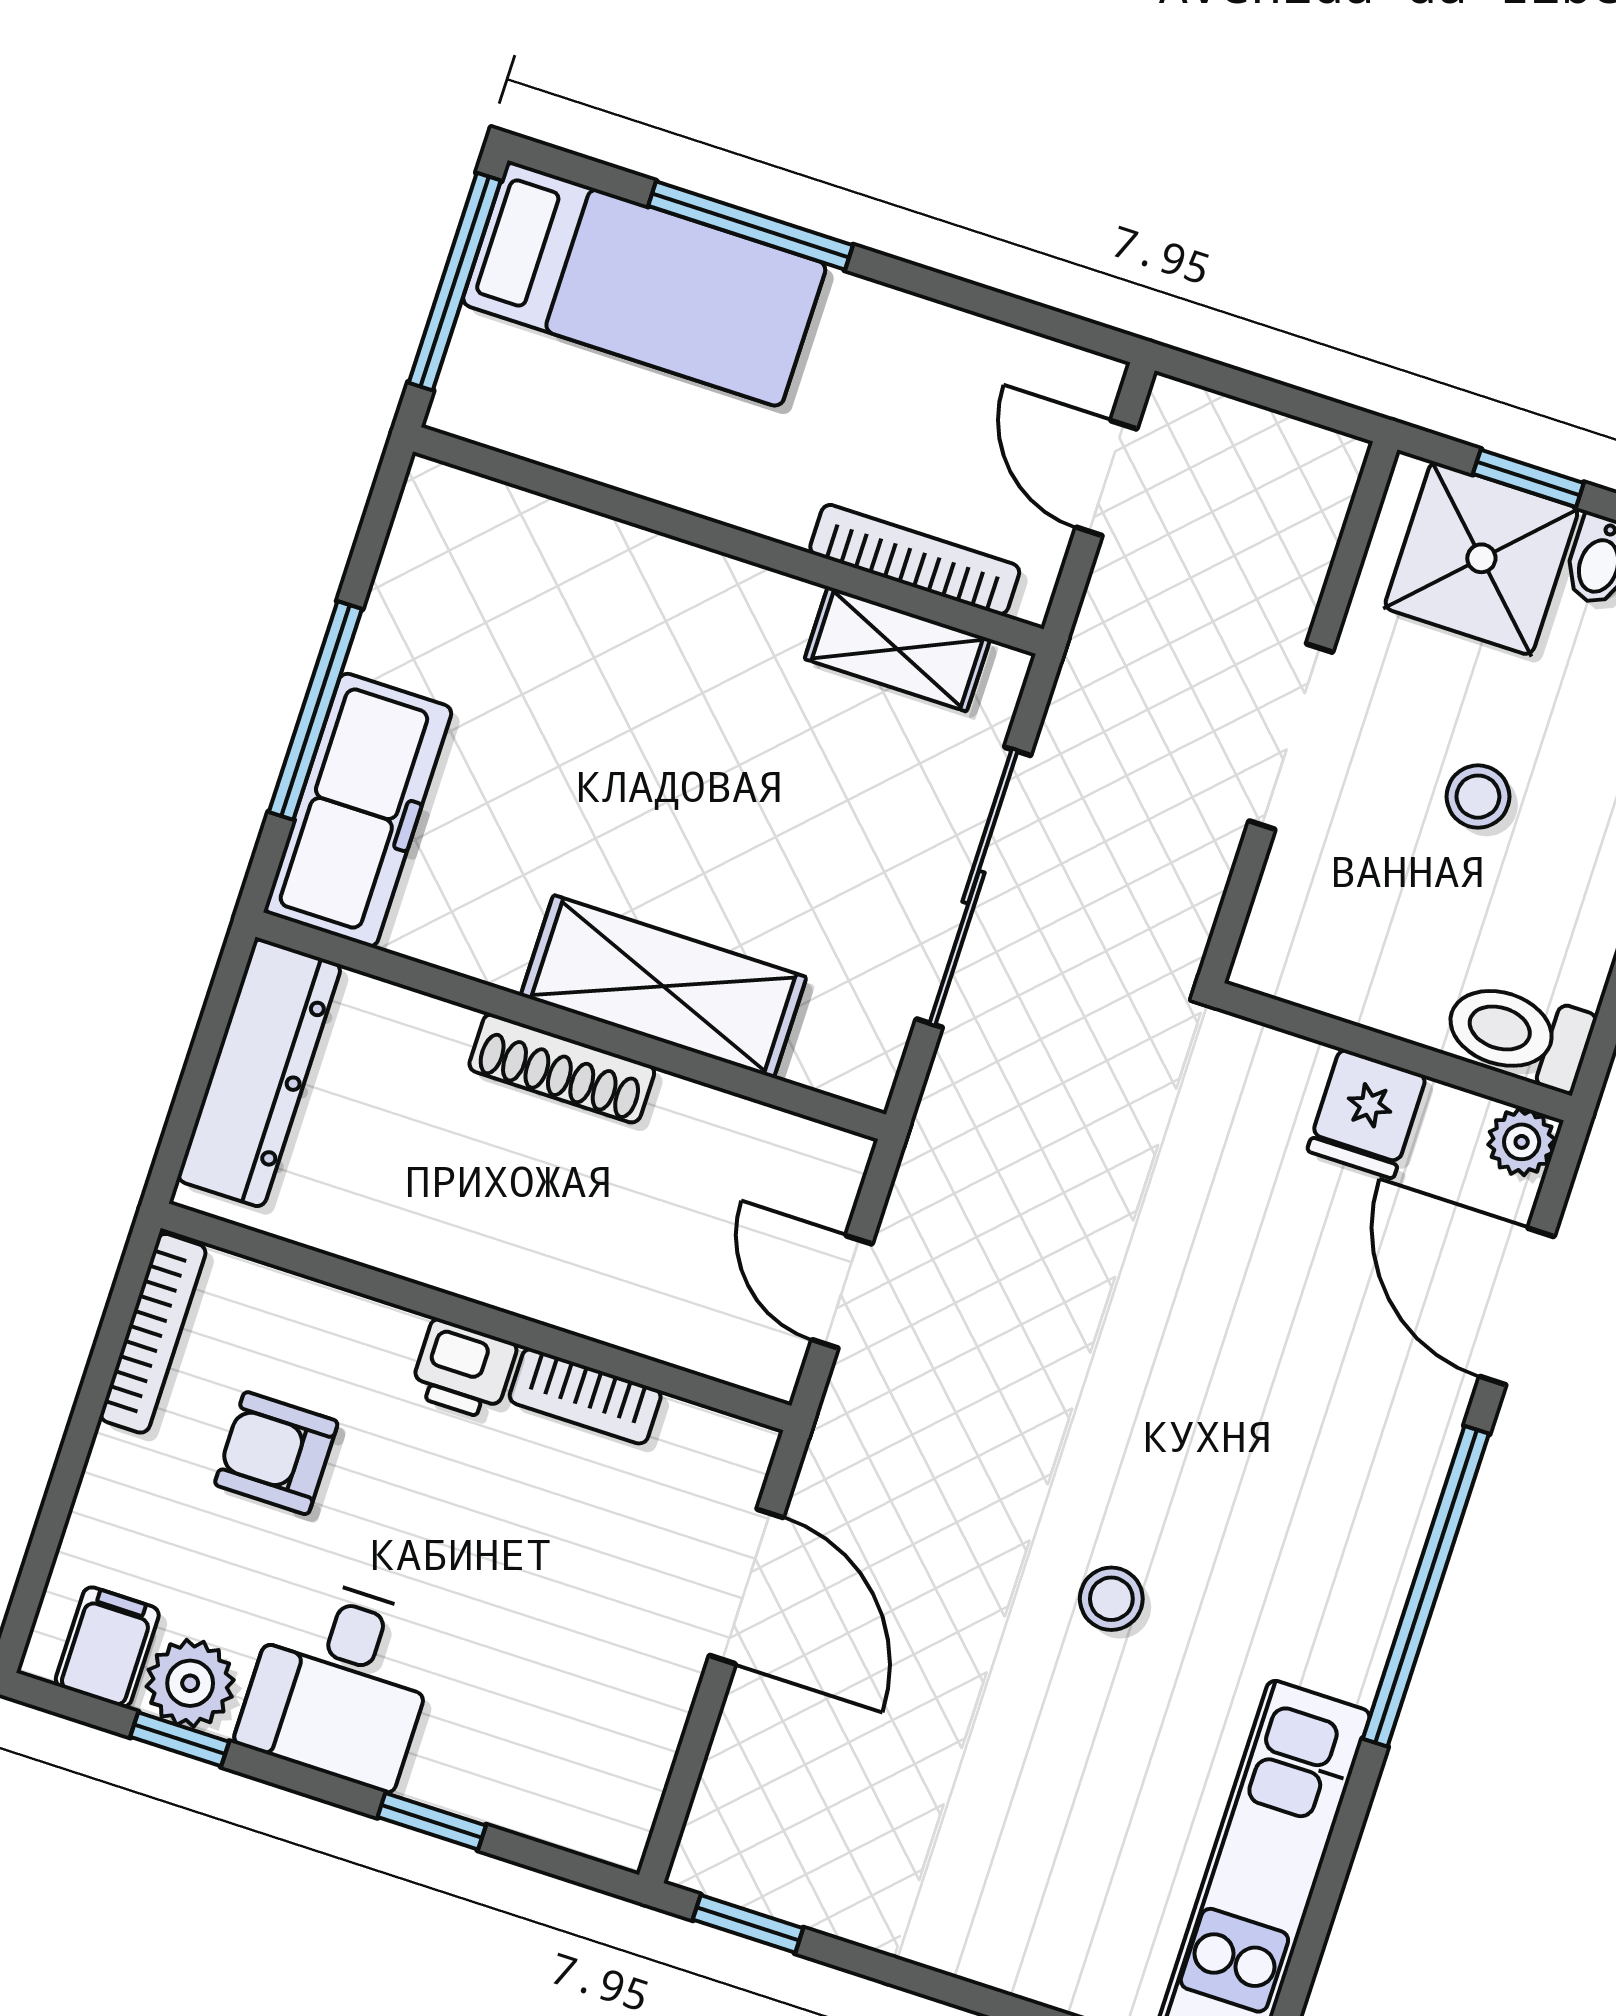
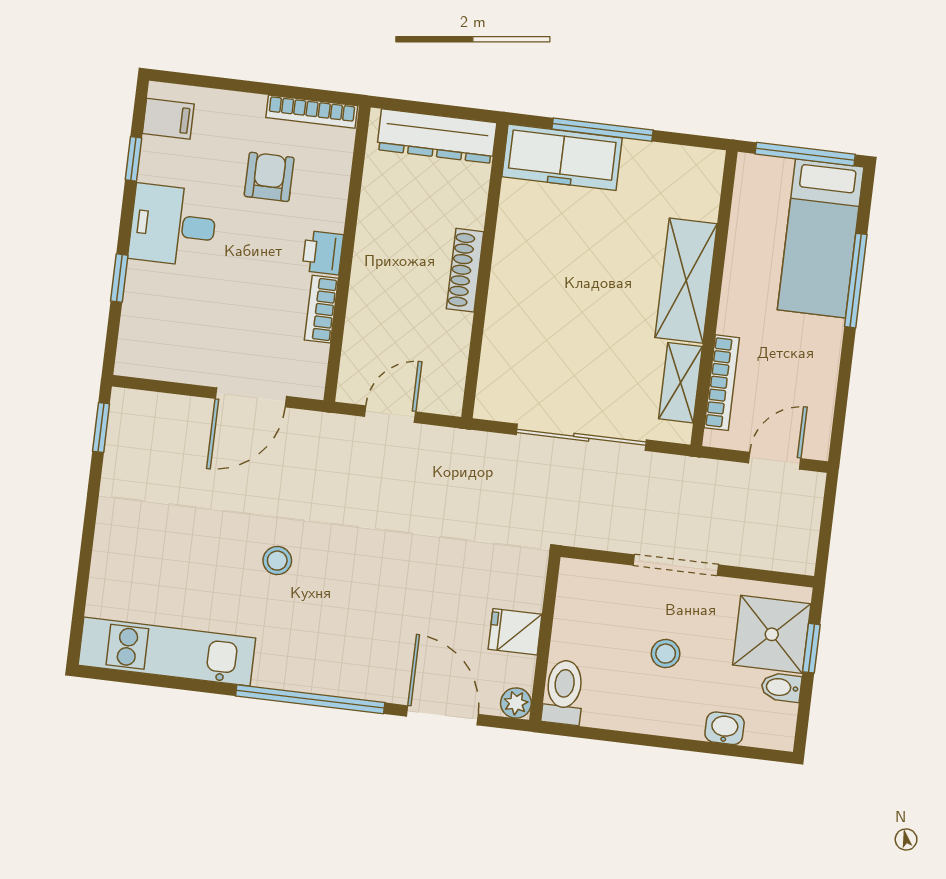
shelving: (663, 986) -> (686, 281), moved
door: (1517, 1306) -> (442, 715), hinge flipped
plant: (190, 1683) -> (159, 159), removed

